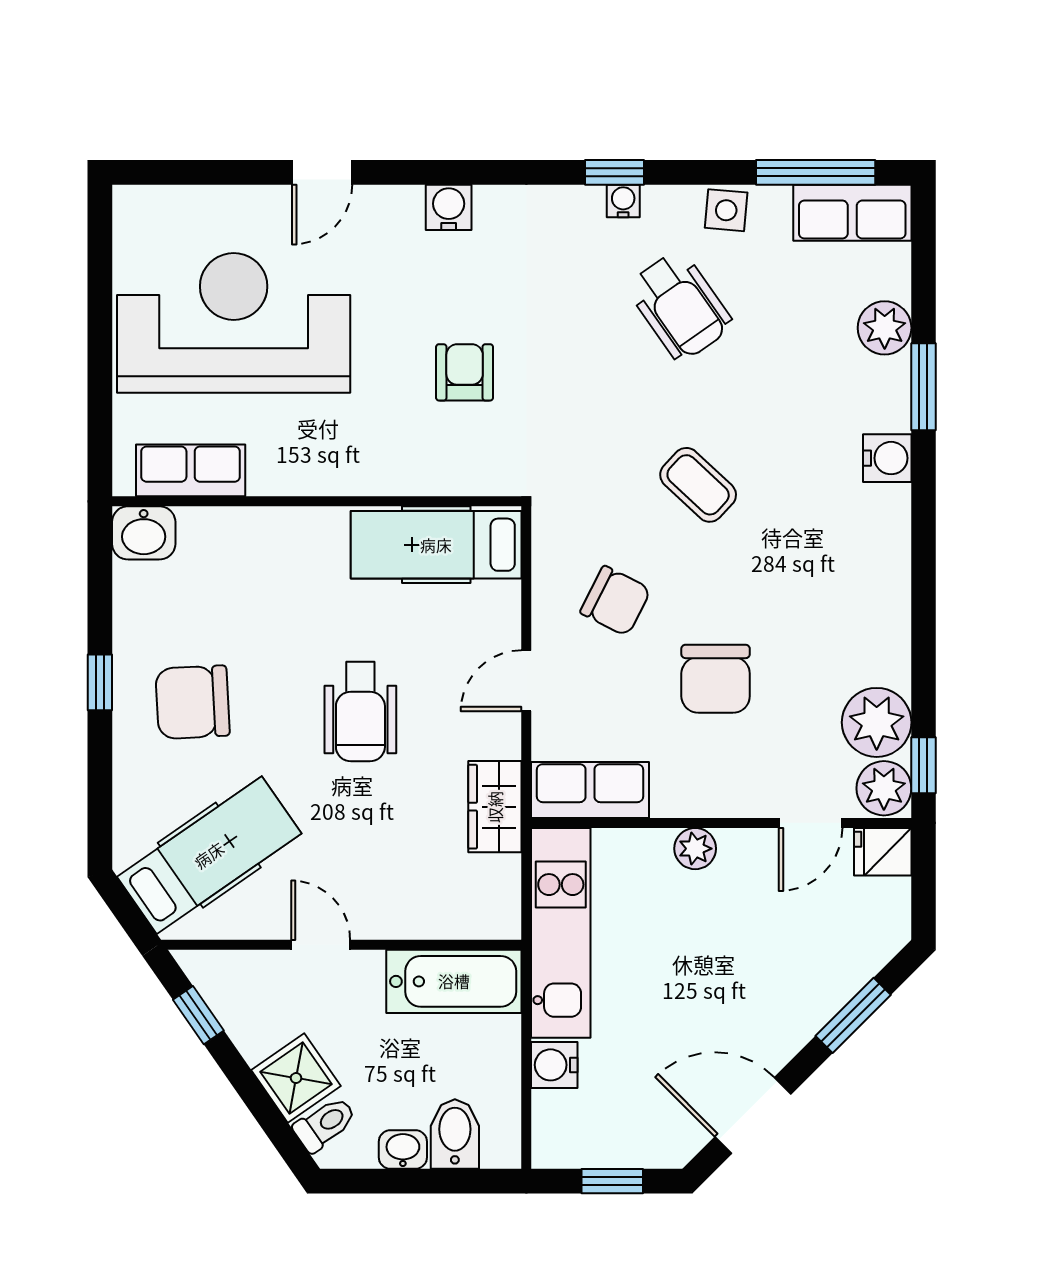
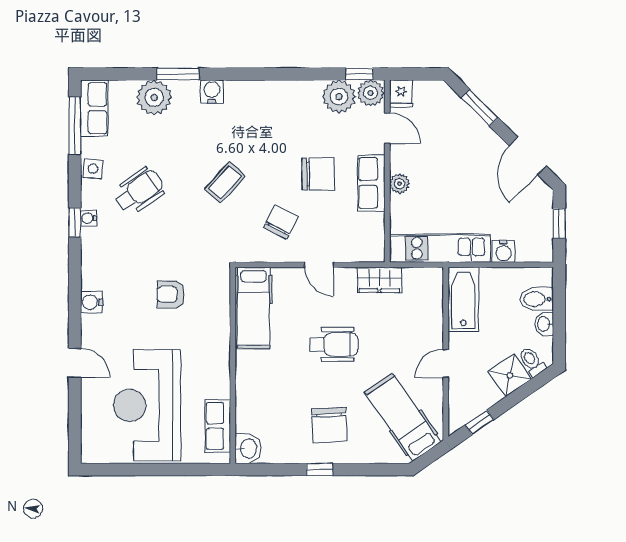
plant: (885, 328) -> (154, 97), width x1.36, depth x1.36
row of seats: (590, 790) -> (371, 183), moved

